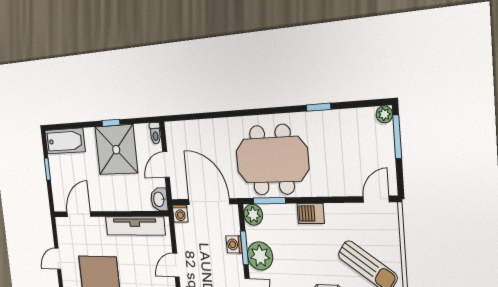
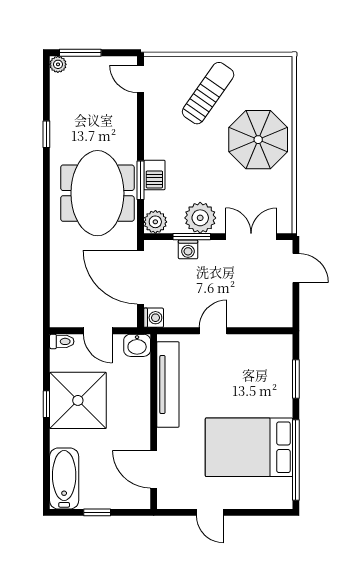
window: (269, 201) -> (140, 180), moved
door: (209, 202) -> (140, 277), hinge flipped
barbecue: (311, 213) -> (154, 175), moved
door: (176, 265) -> (213, 331), swing flipped

